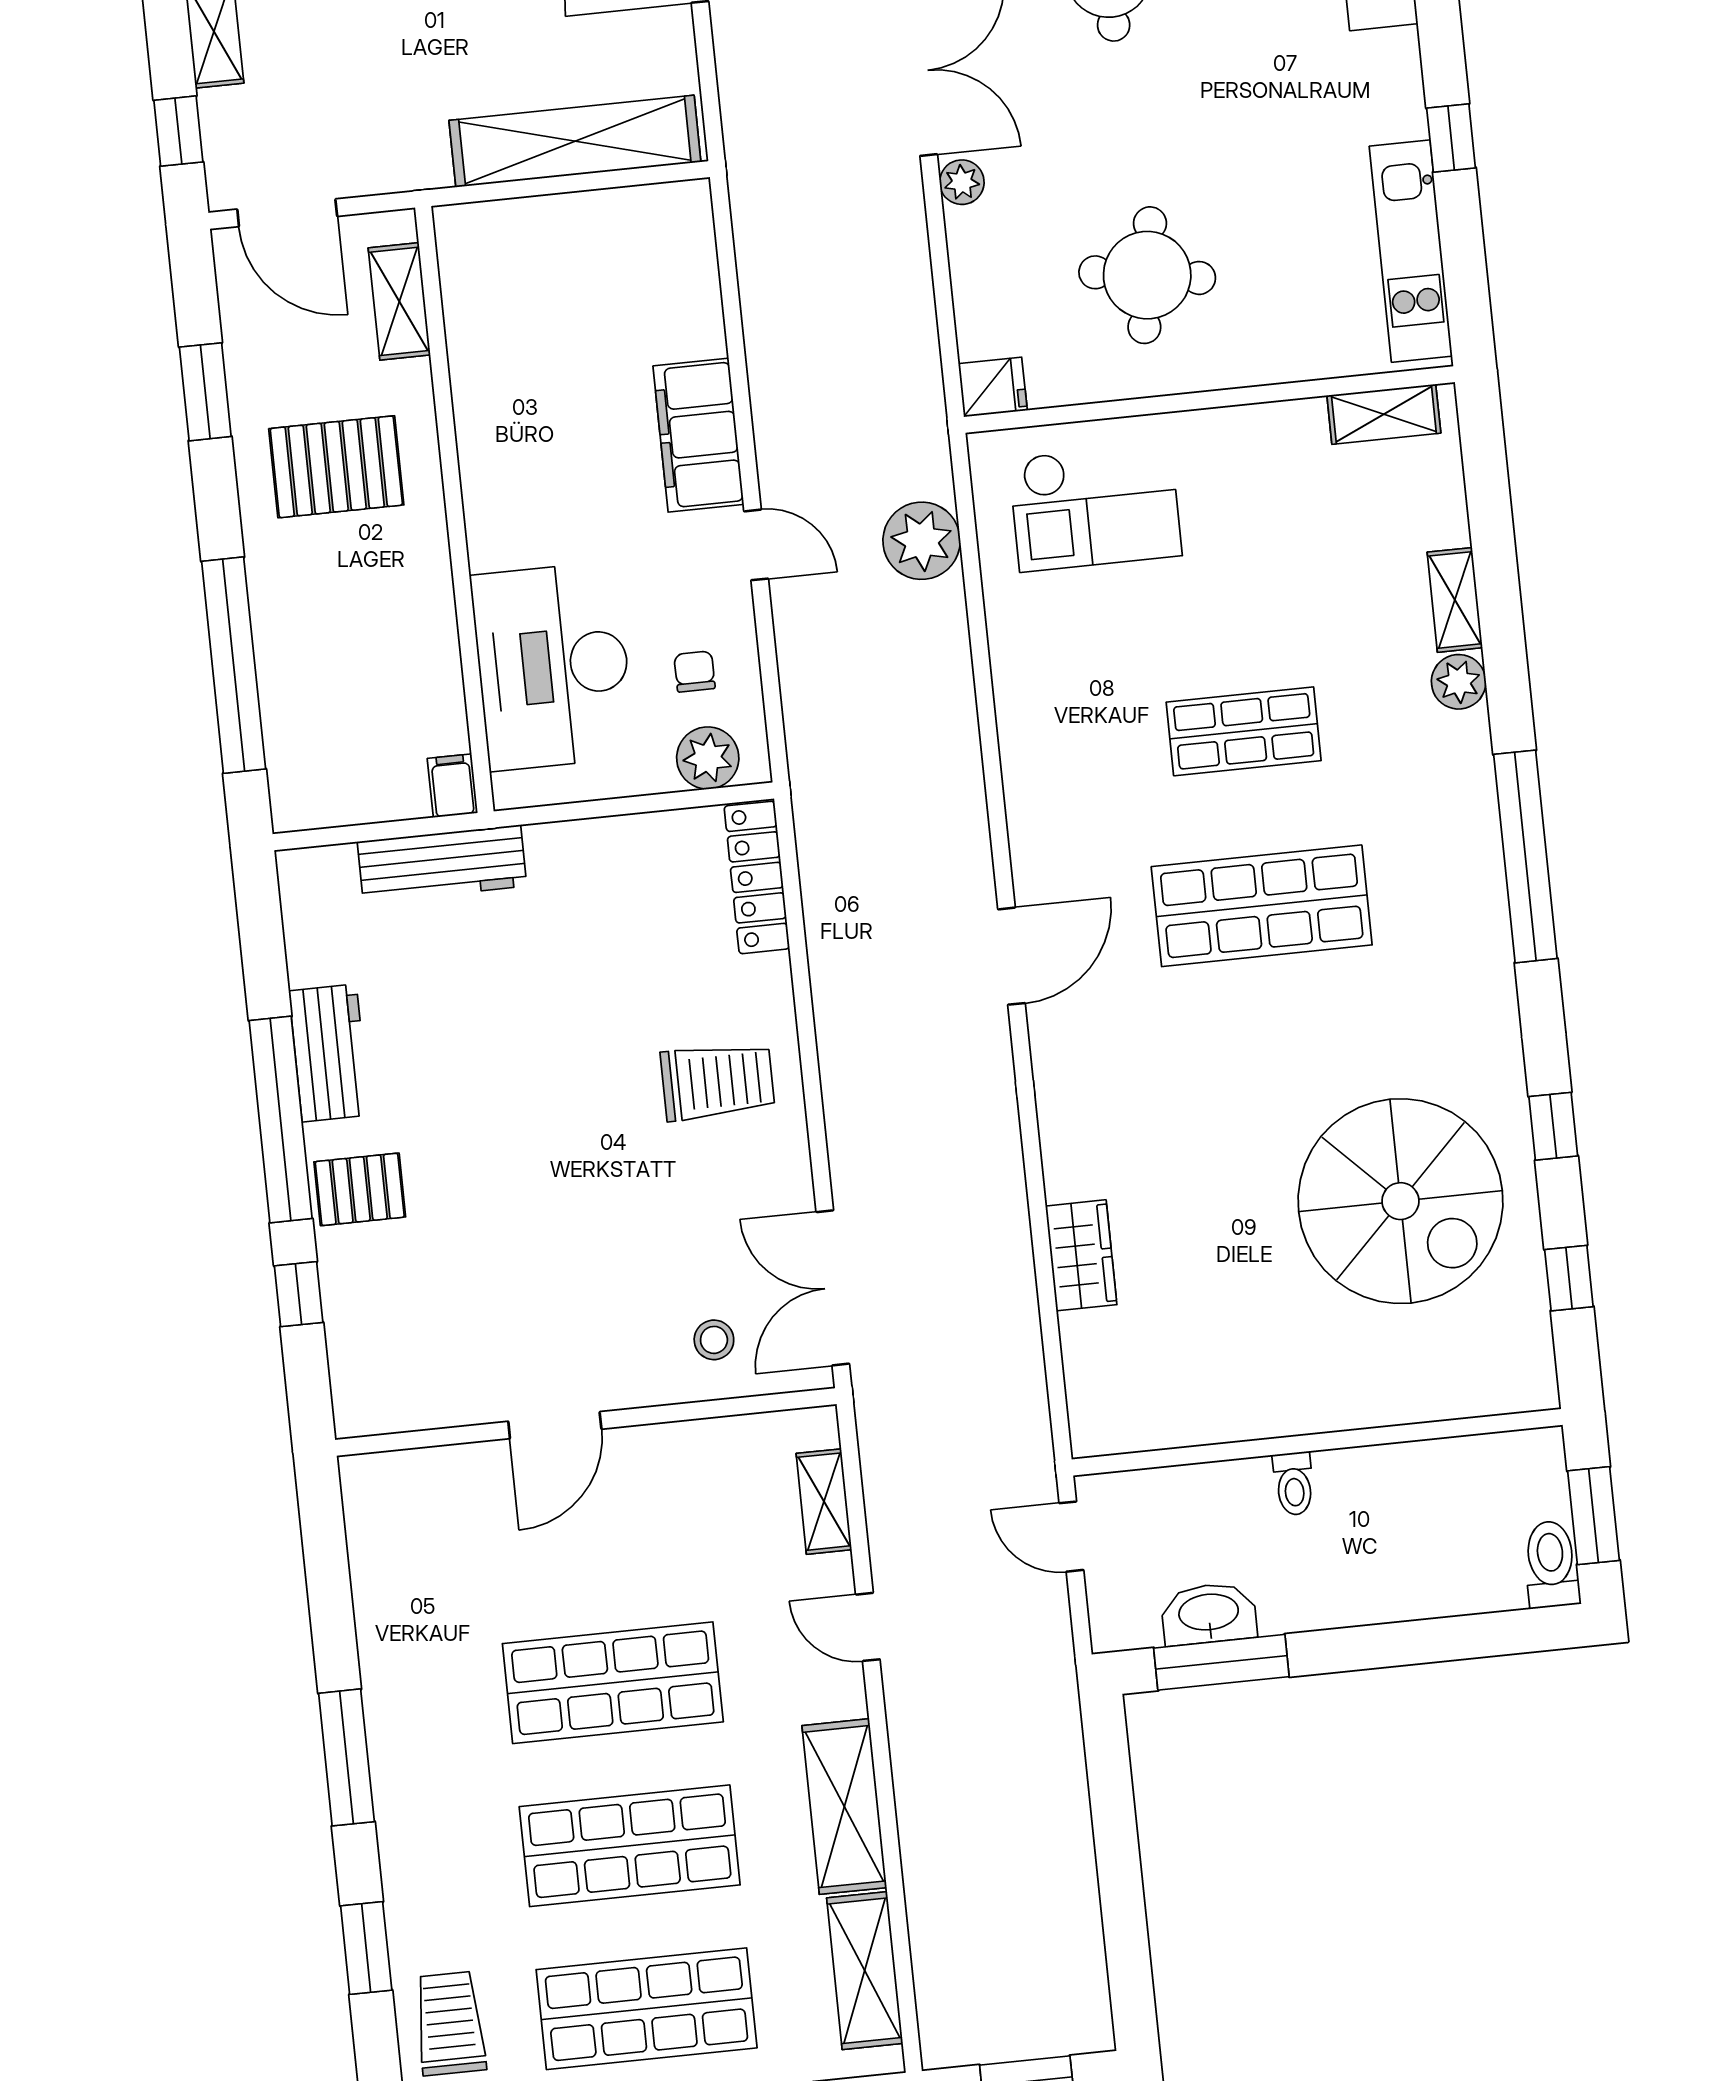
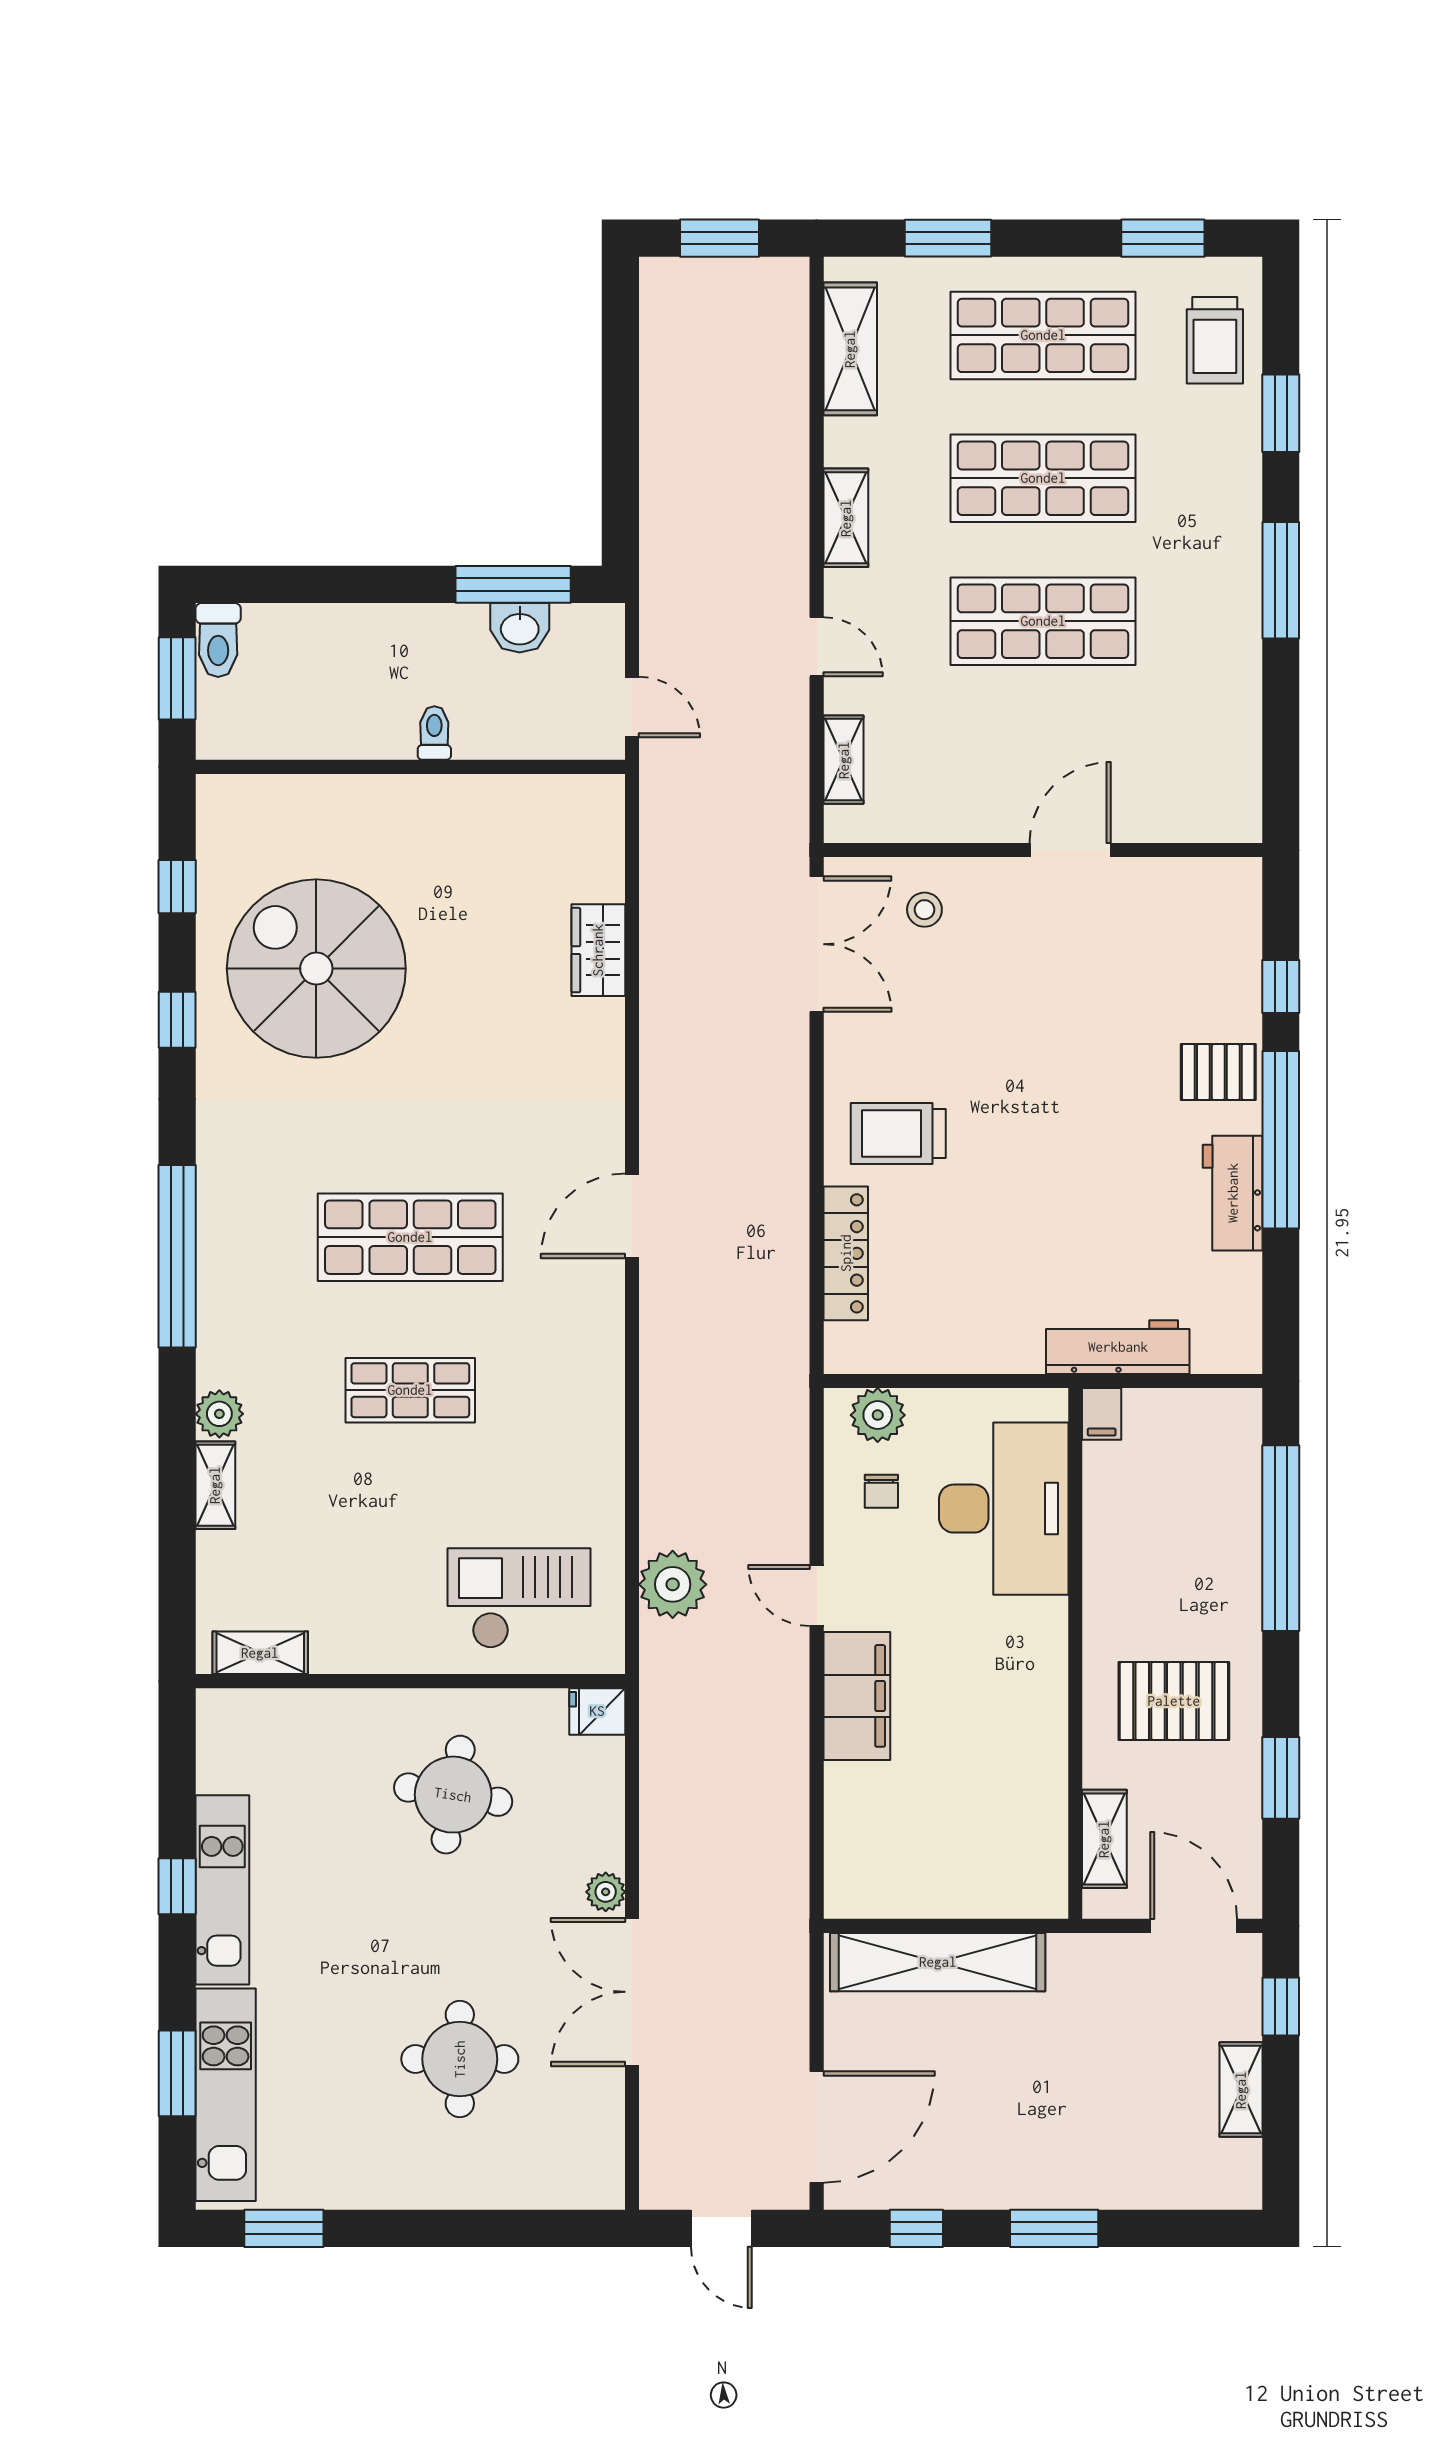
kitchen unit: (1411, 251) -> (222, 1890), moved
locker: (757, 877) -> (846, 1253), moved
washbasin: (1209, 1614) -> (520, 628), width x0.72
shelving: (844, 1807) -> (846, 518), width x0.67, depth x0.75

